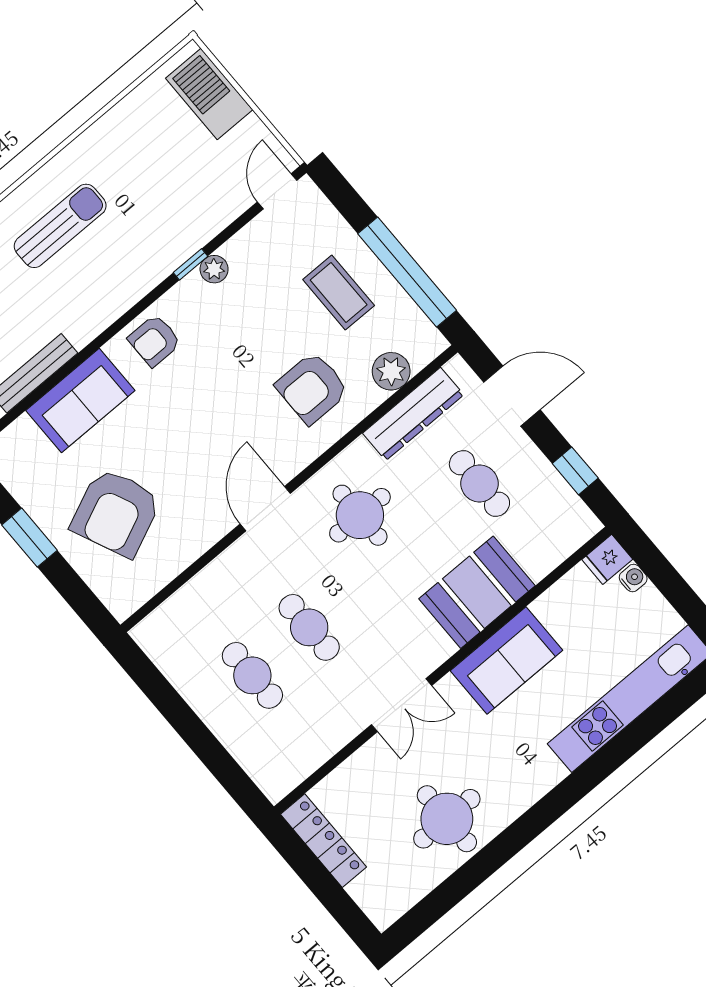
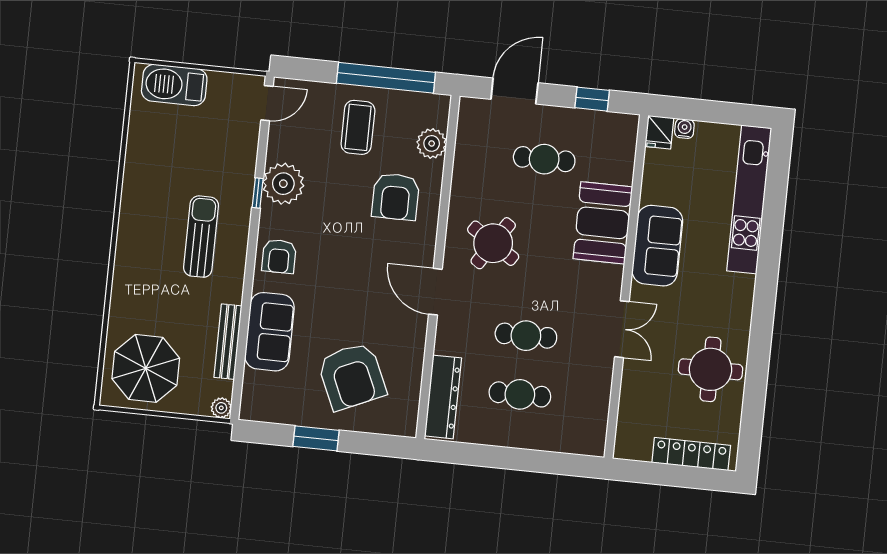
door: (277, 191) -> (267, 103), swing flipped
sun lounger: (60, 226) -> (201, 237), moved
plant: (214, 269) -> (283, 184), width x1.88, depth x1.88
coffee table: (339, 292) -> (358, 127), turned 90
dresser: (413, 414) -> (443, 397), moved
round table: (360, 515) -> (493, 243), turned 33
locker: (324, 841) -> (691, 454), moved

